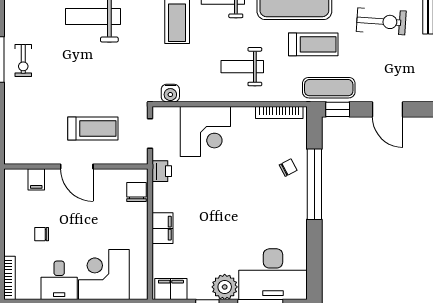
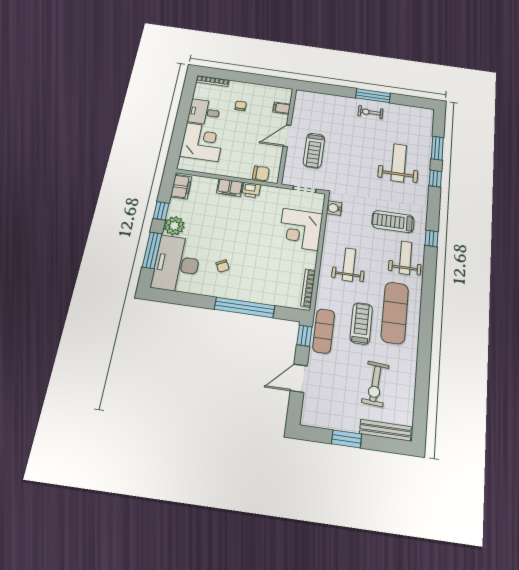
treadmill: (313, 44) -> (361, 323), turned 180
chair: (288, 168) -> (223, 266), moved
printer: (162, 171) -> (251, 190), moved

